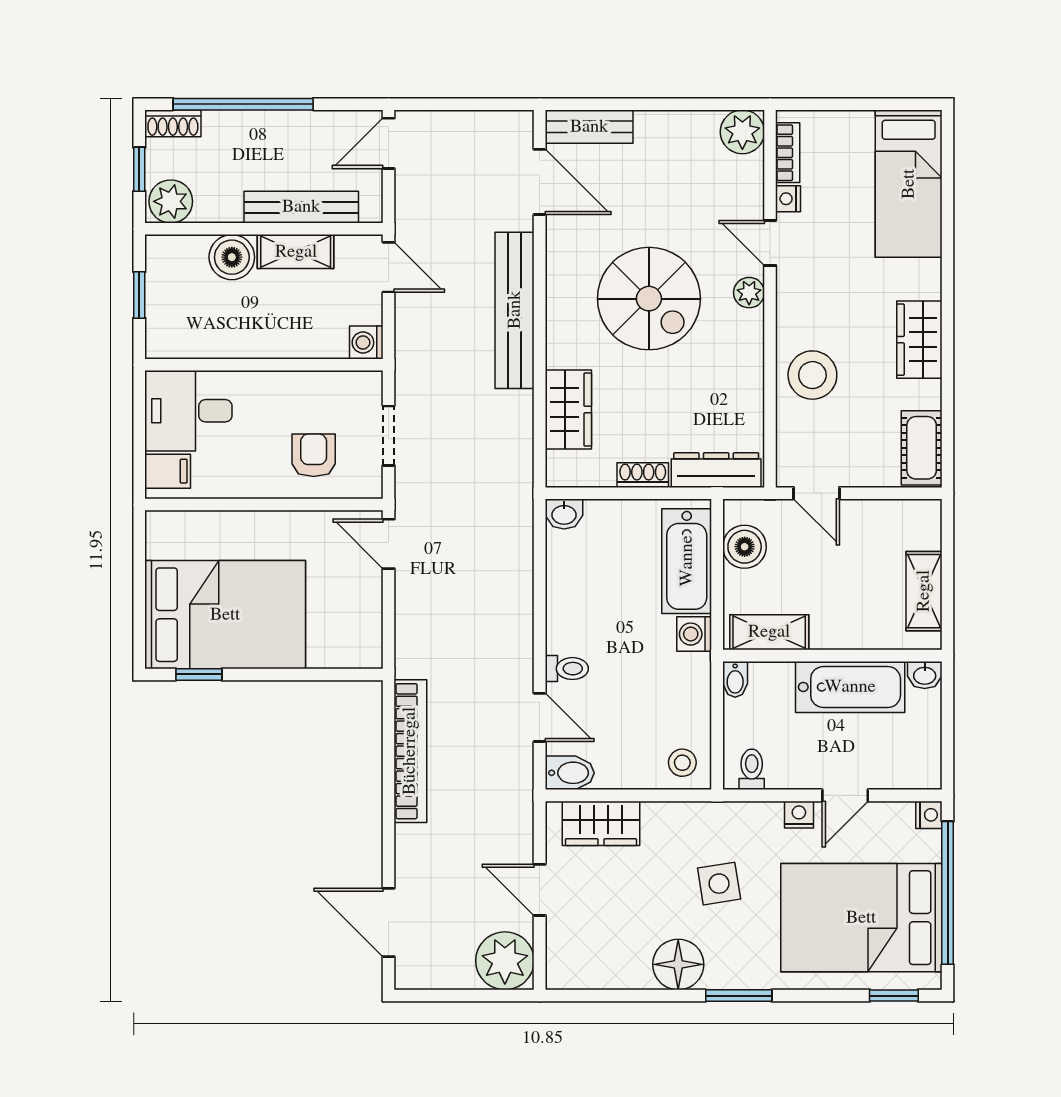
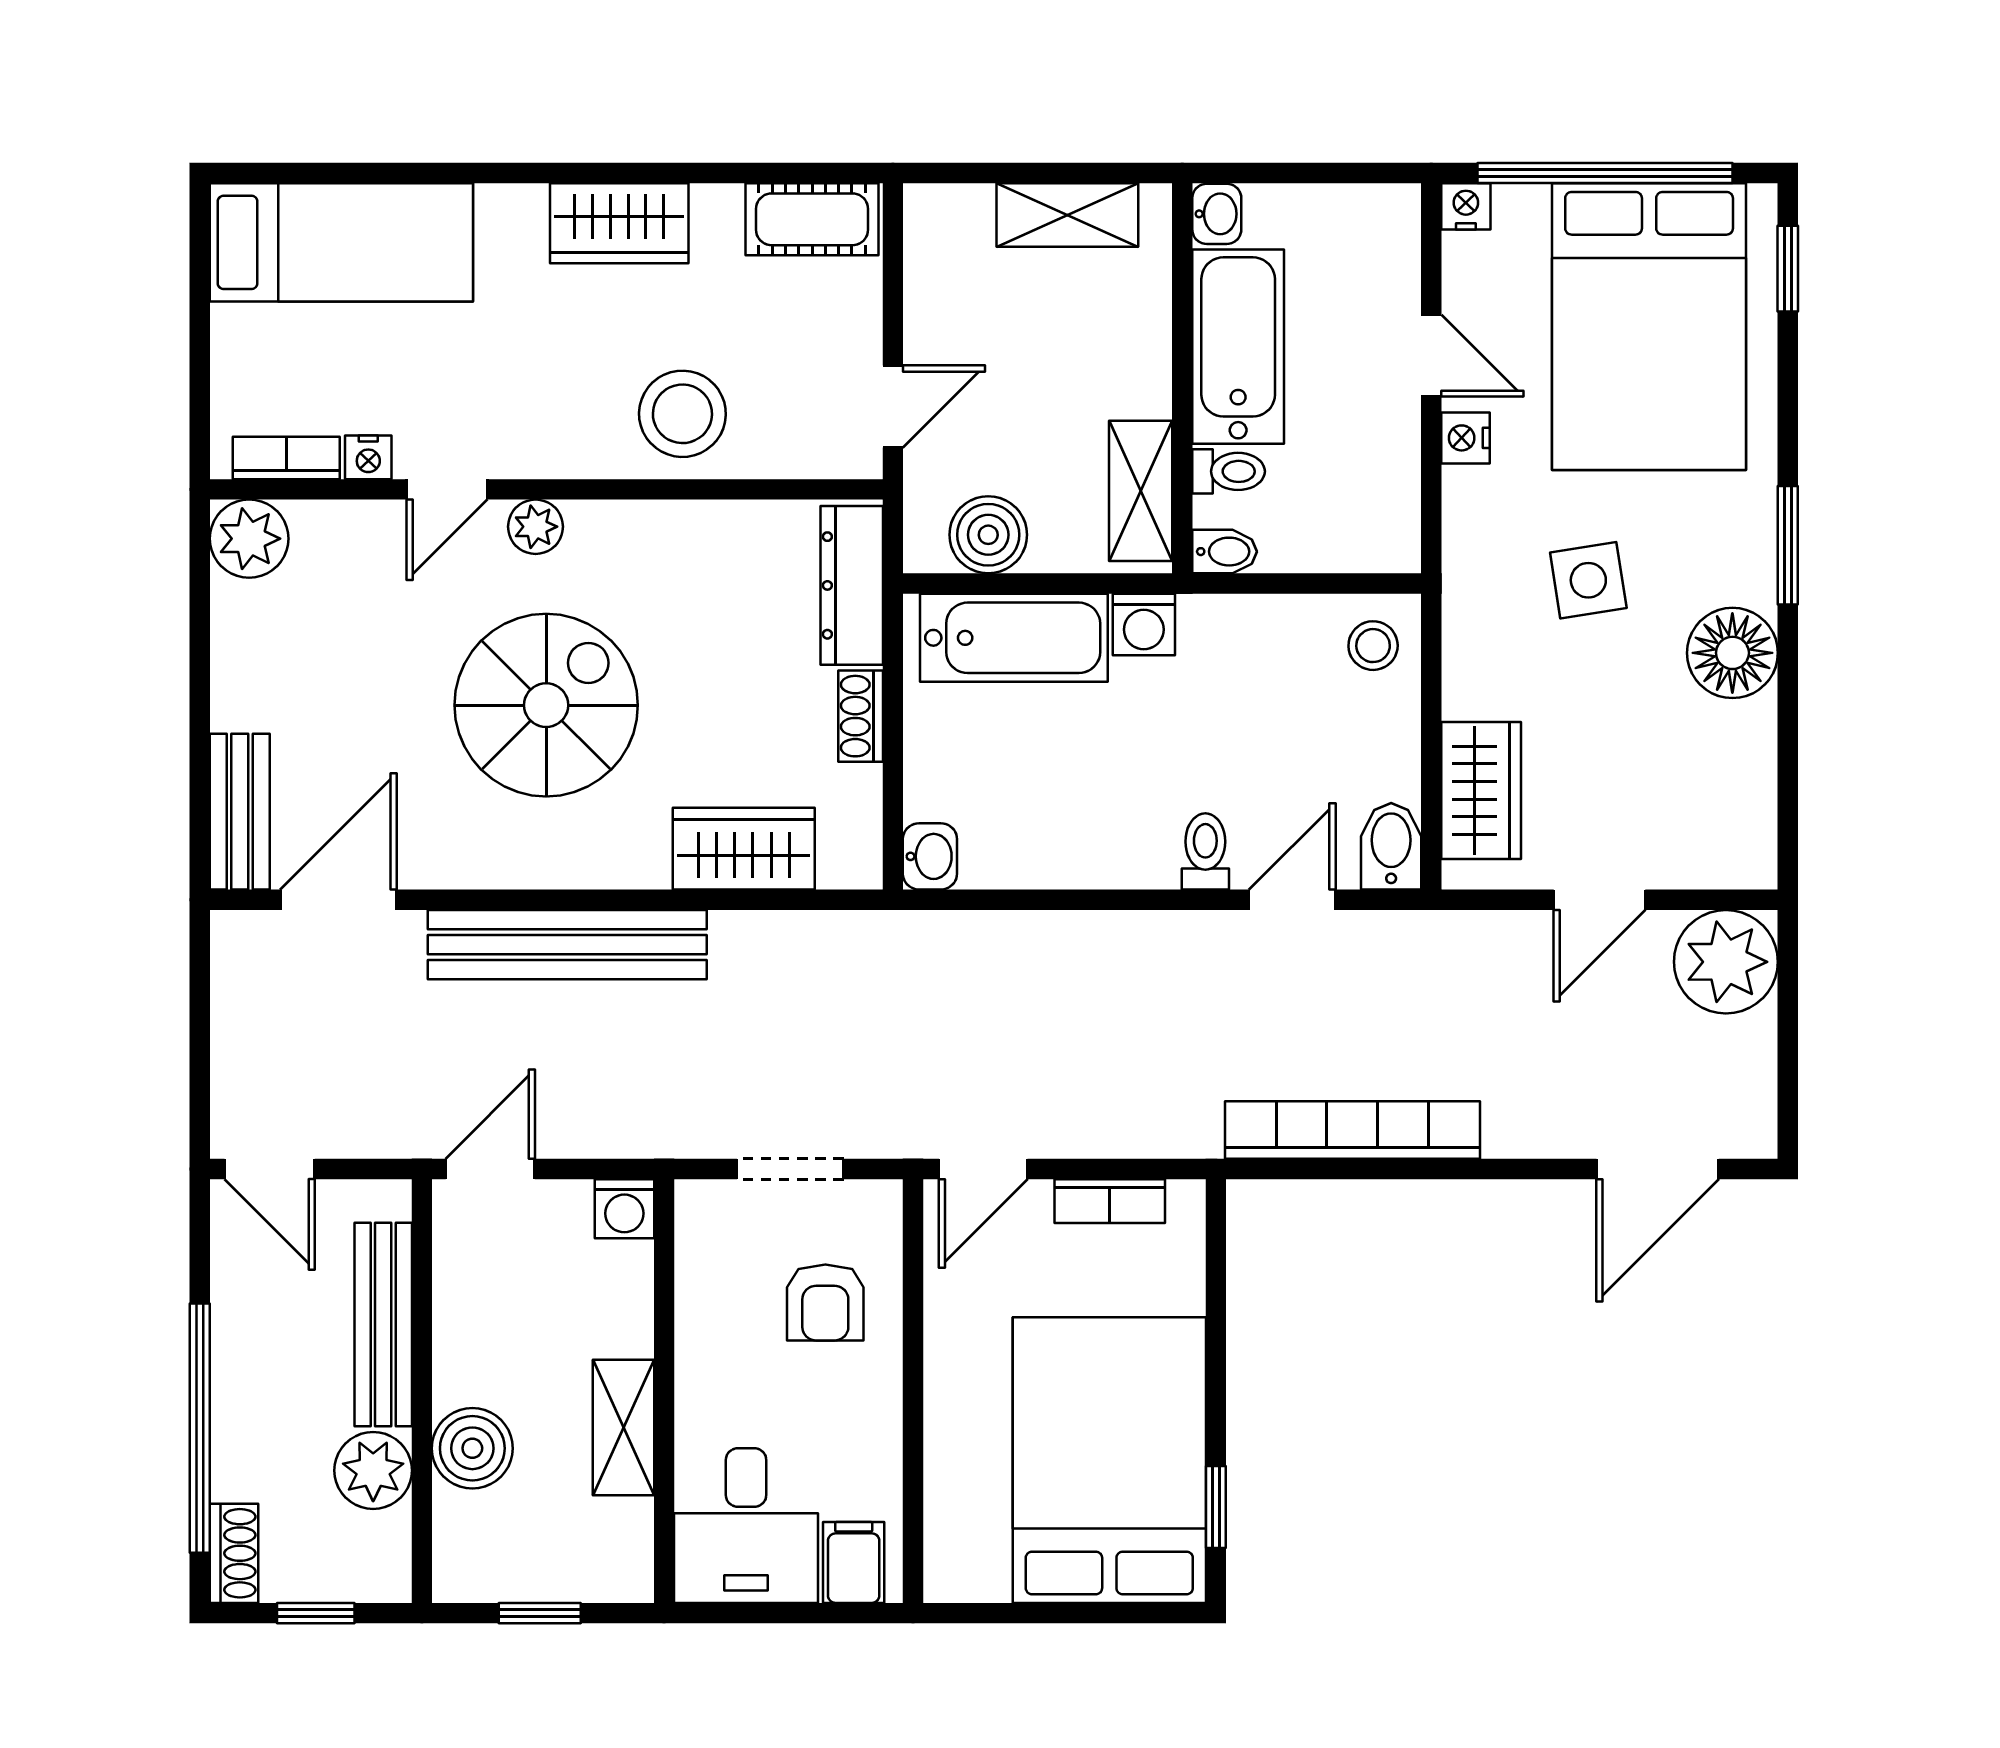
plant: (171, 201) -> (373, 1470), moved
shelving: (296, 252) -> (624, 1428), moved
armchair: (314, 455) -> (825, 1302), turned -90
bookcase: (371, 615) -> (1110, 1201), added
toilet: (752, 769) -> (1229, 471), moved, turned 180

